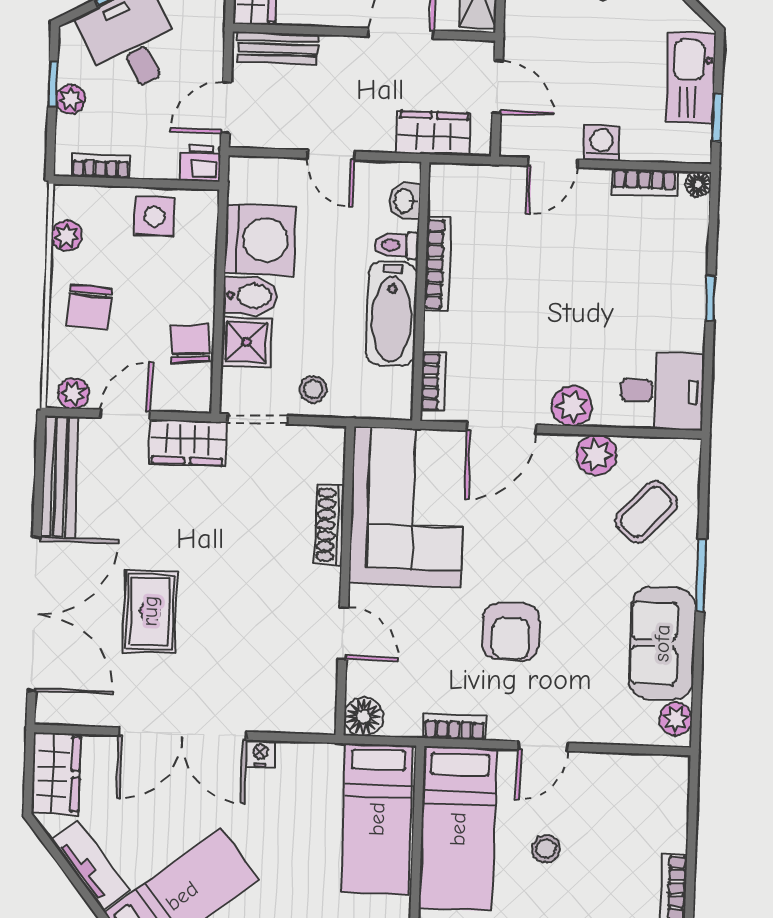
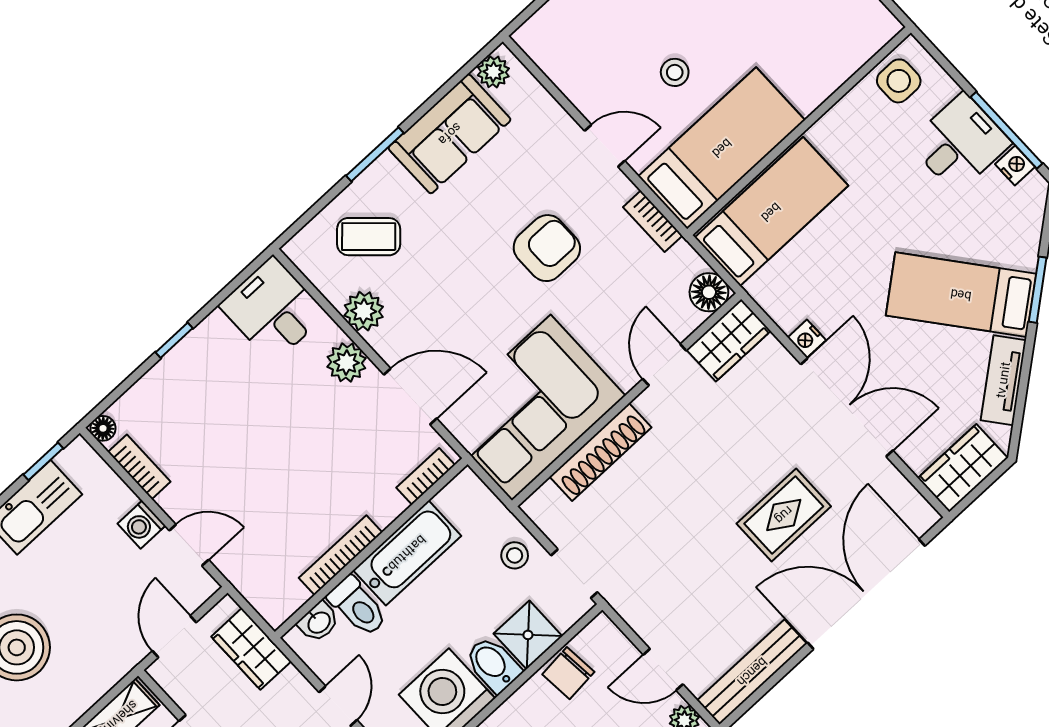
toilet: (397, 245) -> (358, 606), width x1.37, depth x1.39
wardrobe: (188, 443) -> (729, 340), moved, turned 90
shoe rack: (329, 525) -> (601, 452), width x1.36, depth x1.24

